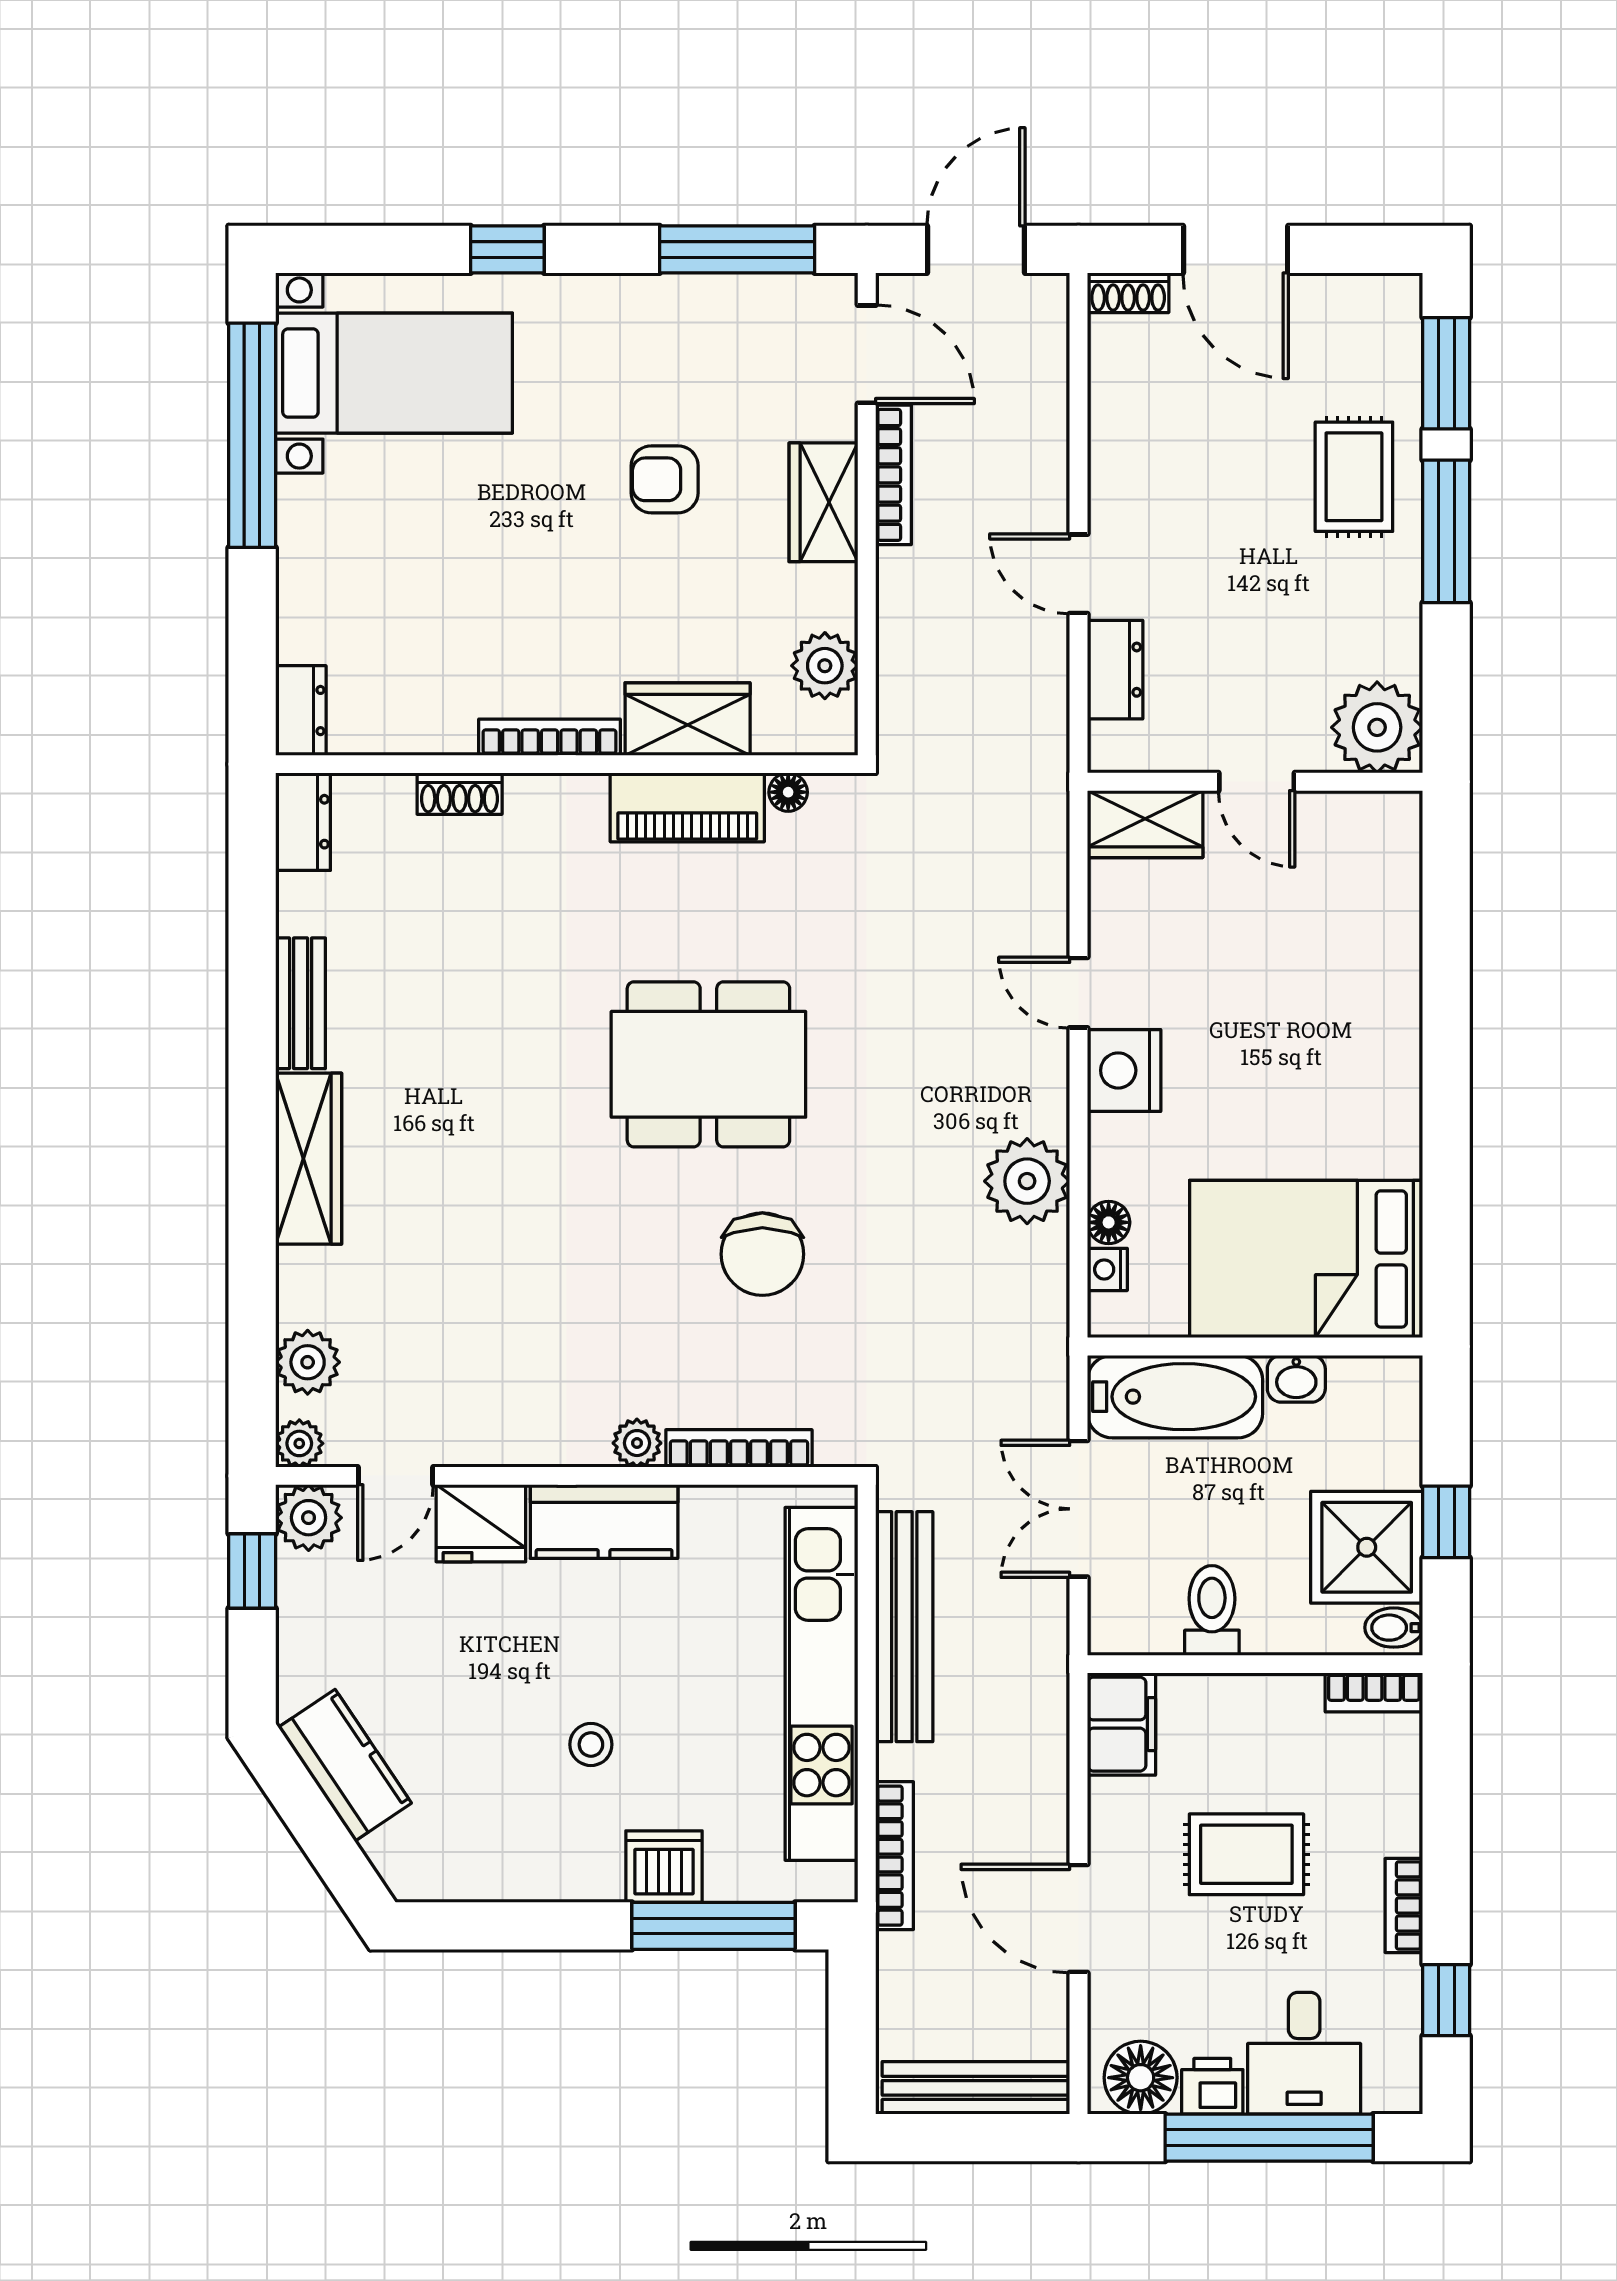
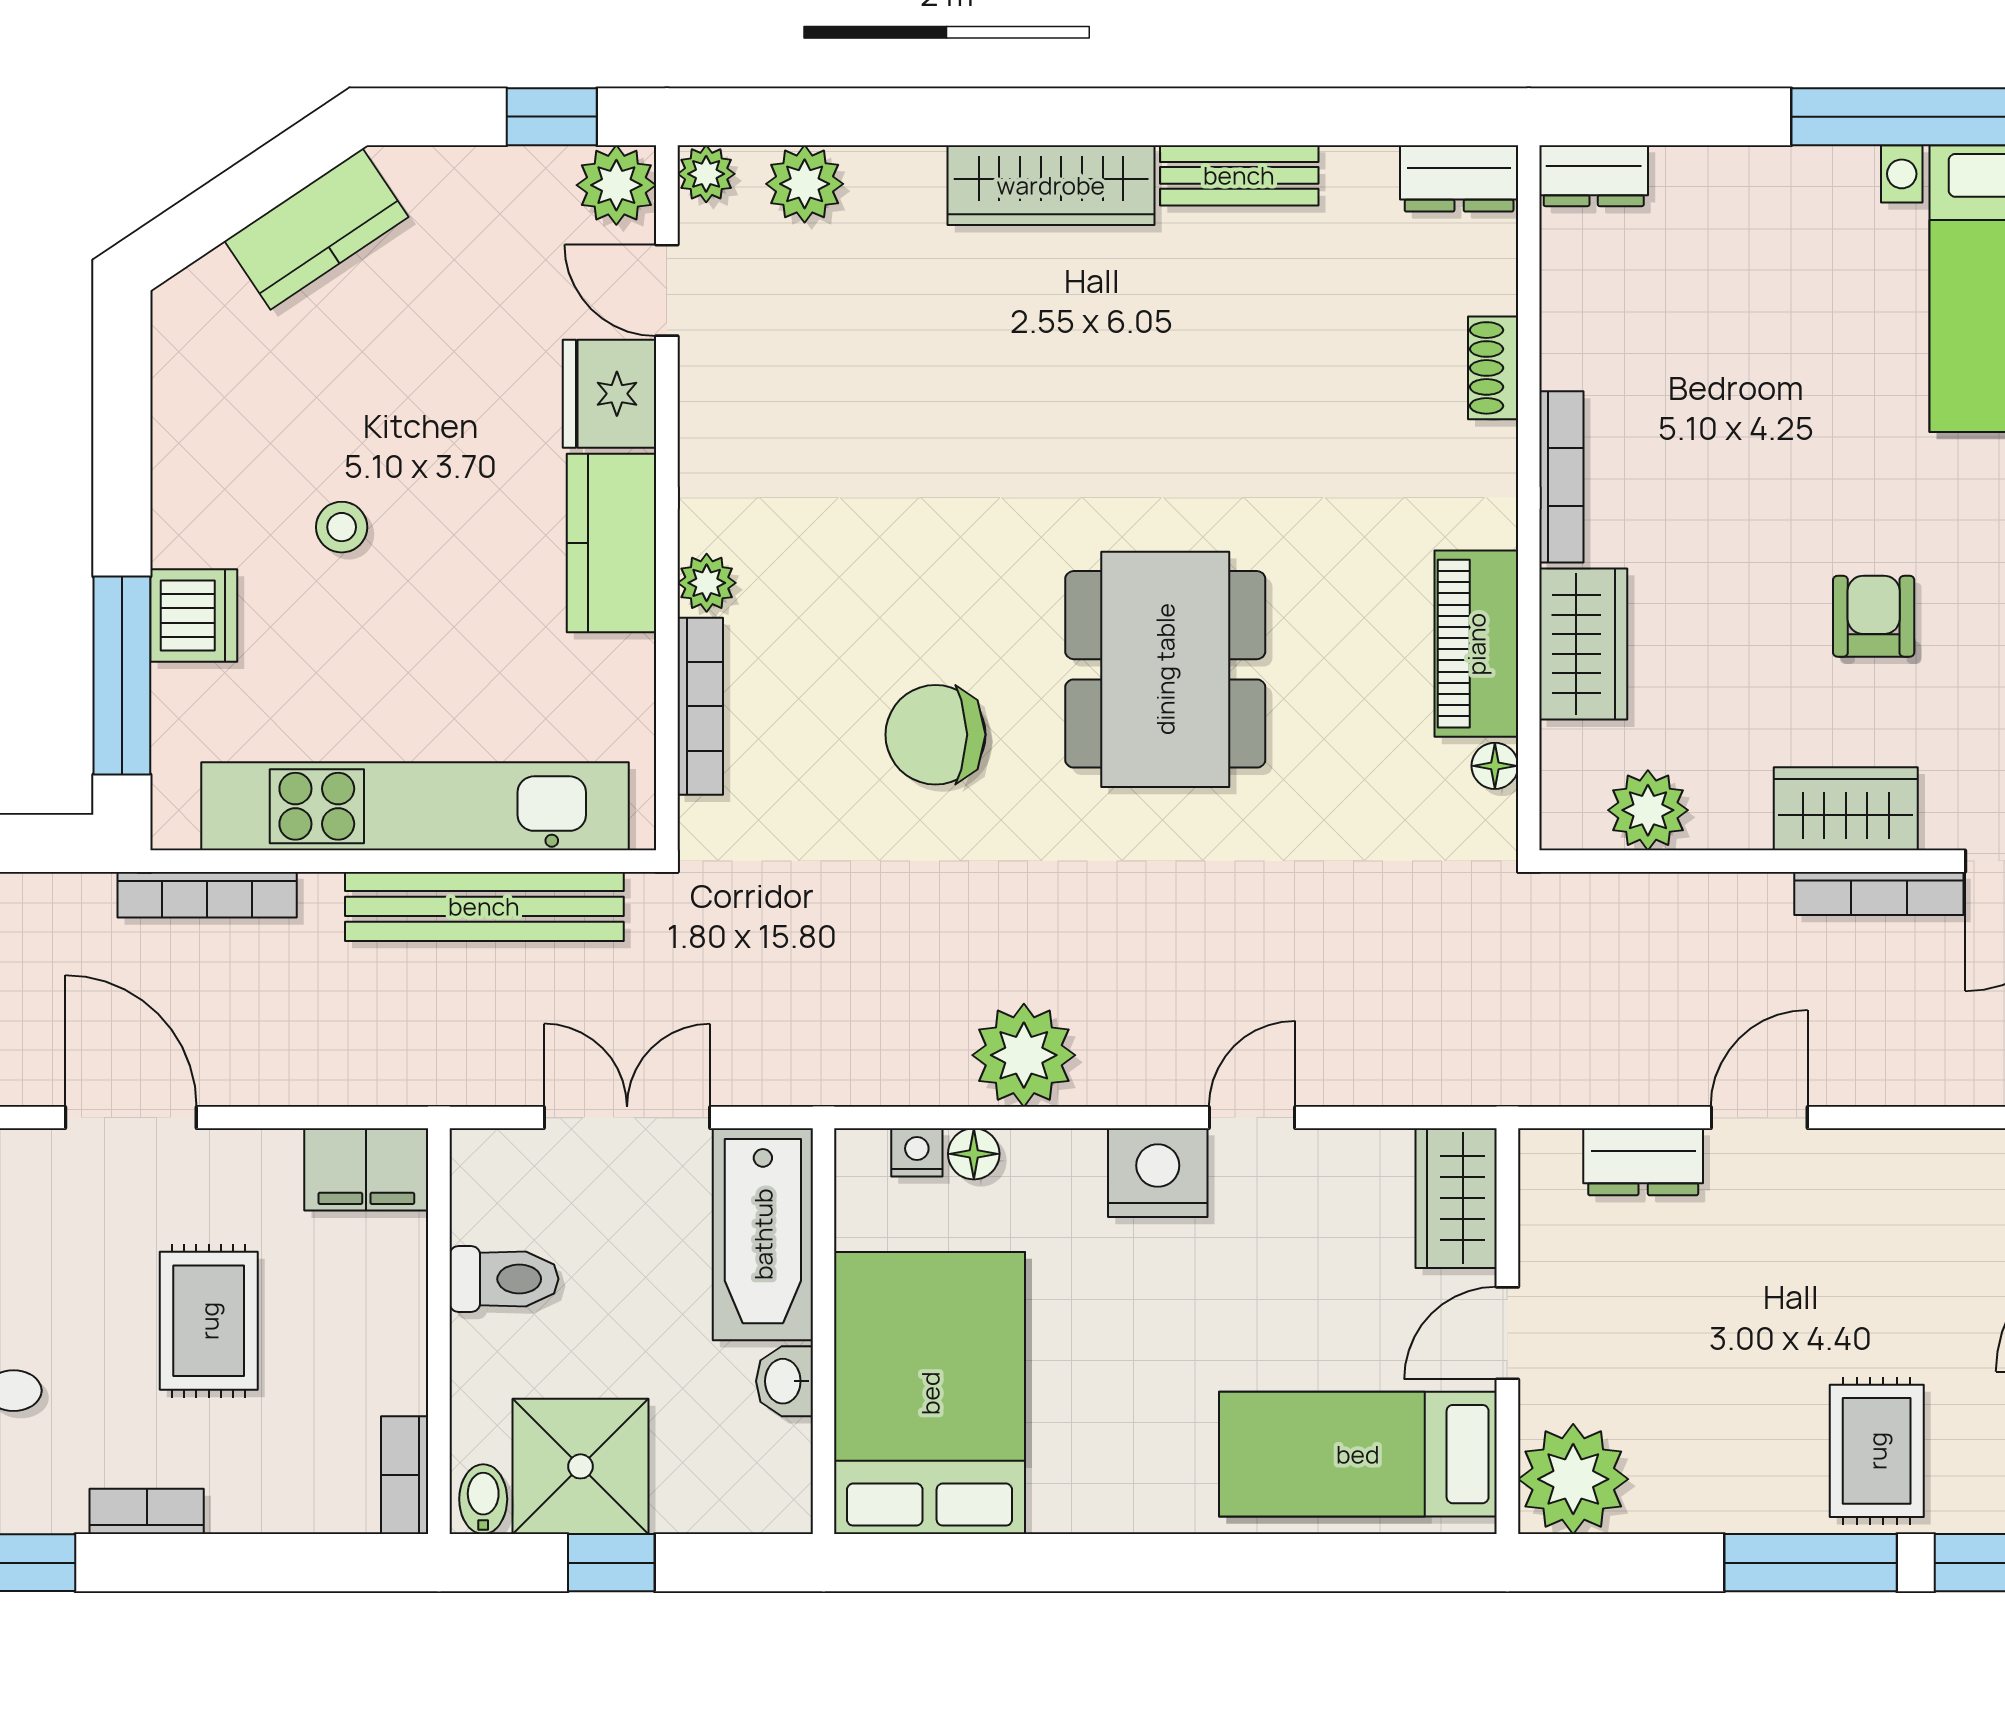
rug: (1354, 477) -> (1877, 1451), turned 90
bed: (1357, 905) -> (1358, 1454), added
door: (1079, 1919) -> (131, 1118), hinge flipped

